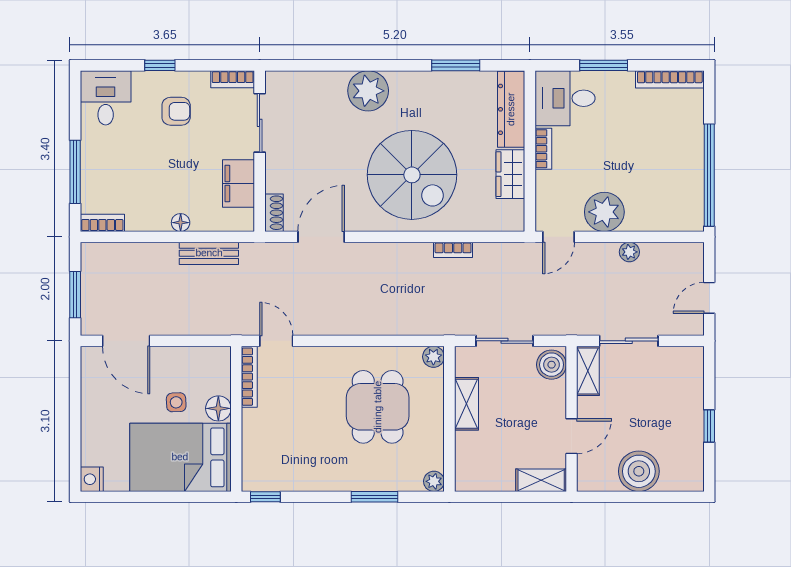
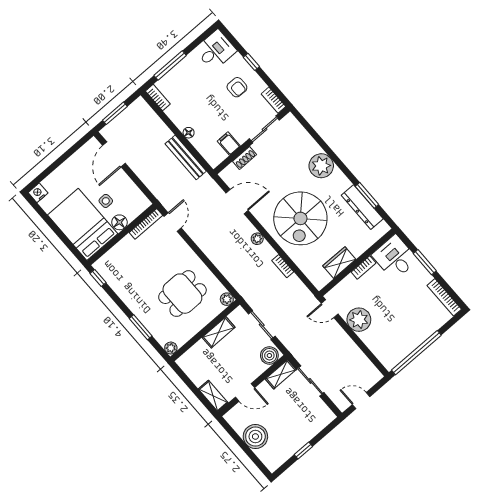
dresser: (511, 109) -> (362, 207), moved, turned -90
filing cabinet: (238, 184) -> (229, 144), width x0.50
shoe rack: (274, 213) -> (245, 158), moved
plant: (629, 252) -> (257, 239), moved
bench: (209, 253) -> (186, 157), width x1.36

